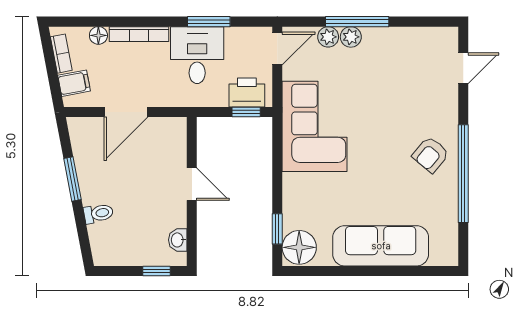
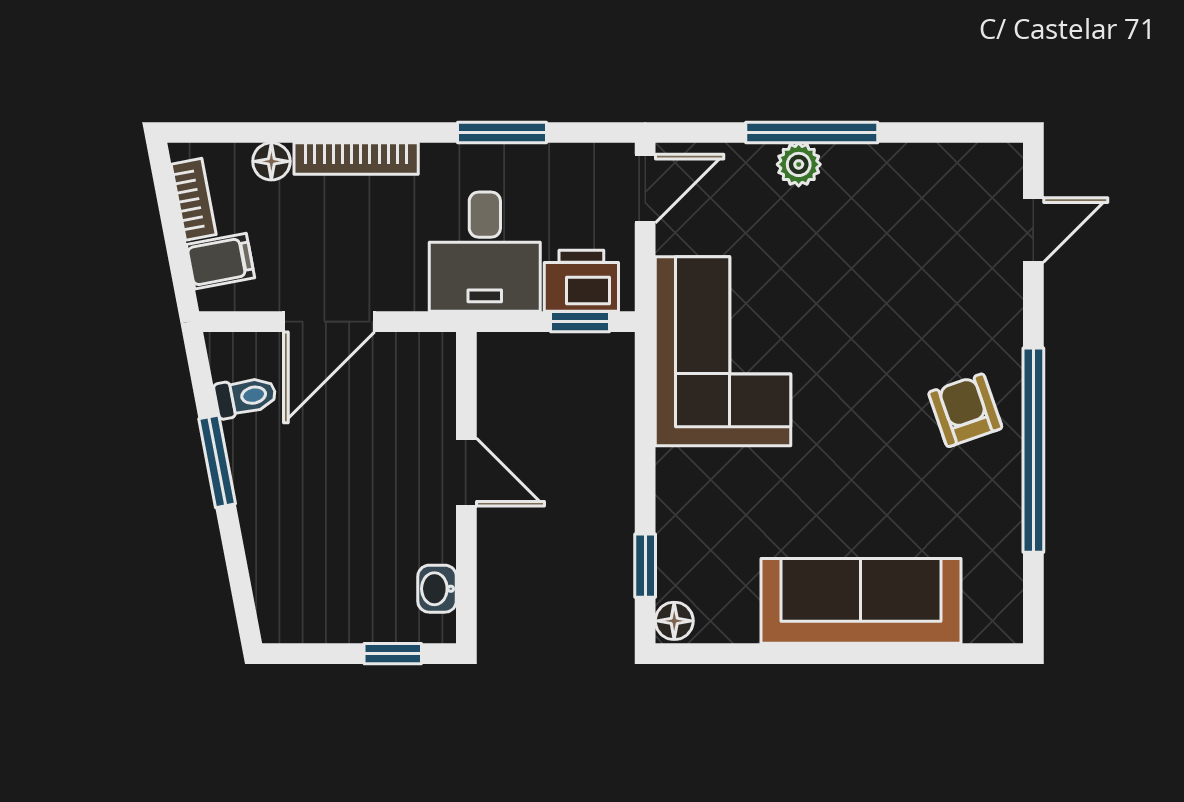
plant: (328, 37) -> (751, 164), removed
desk: (197, 55) -> (485, 252), moved, turned 180
armchair: (431, 155) -> (965, 410), turned 121
toilet: (98, 213) -> (245, 397), moved
floor lamp: (299, 247) -> (674, 621), width x0.53, depth x0.53

